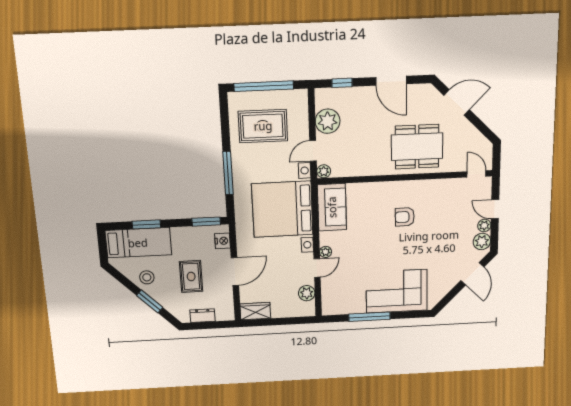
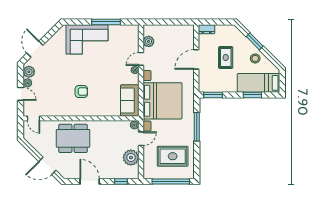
nightstand: (223, 241) -> (203, 81), removed
wardrobe: (255, 311) -> (184, 30), removed
dresser: (203, 316) -> (207, 29), moved

